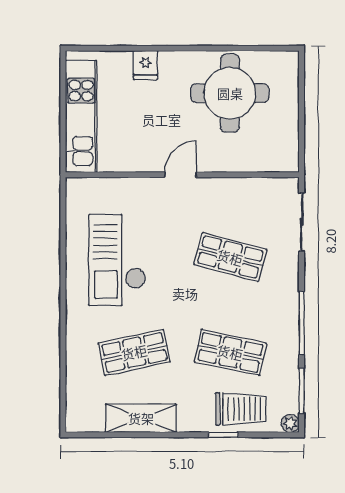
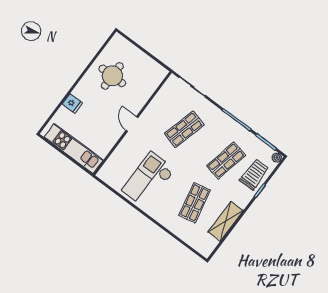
round table: (230, 93) -> (112, 76), width x0.73, depth x0.73
checkout: (117, 260) -> (149, 180), turned 90

